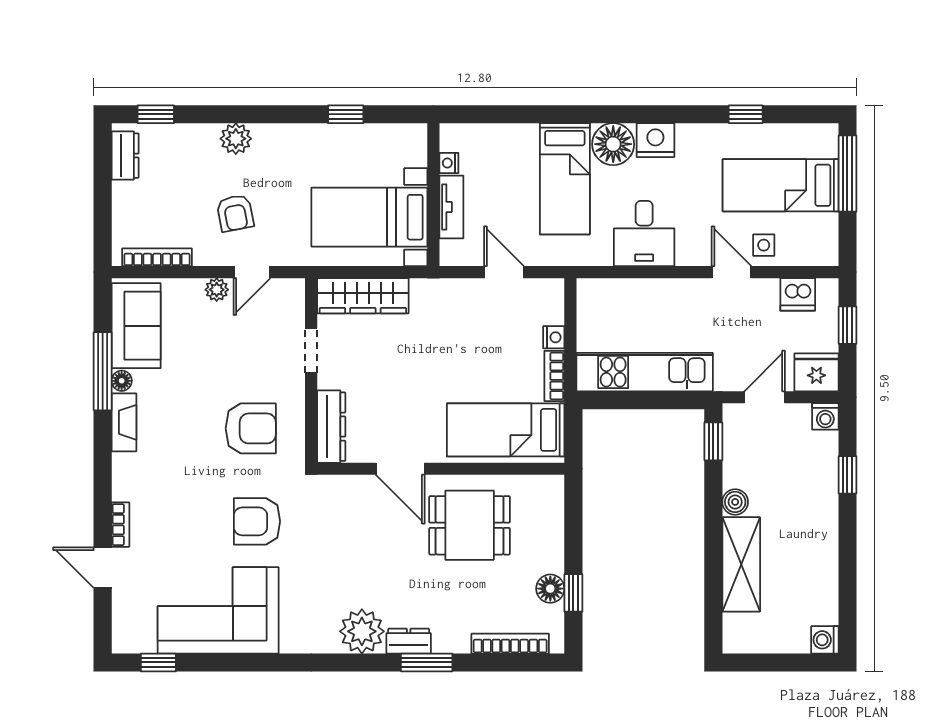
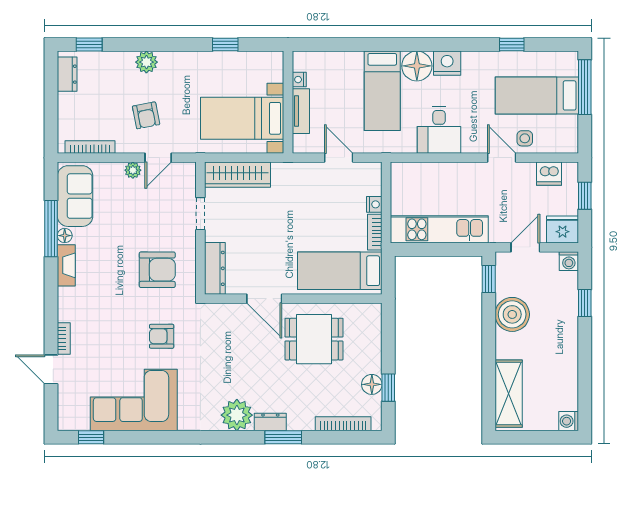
boiler: (735, 502) -> (512, 314), width x1.86, depth x1.86
armchair: (257, 521) -> (162, 336), width x0.72, depth x0.72
shelving: (741, 564) -> (509, 394), moved

